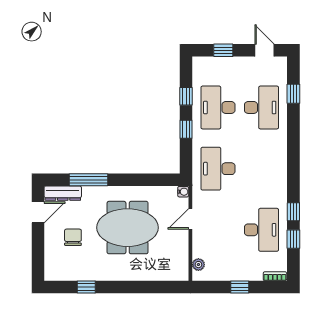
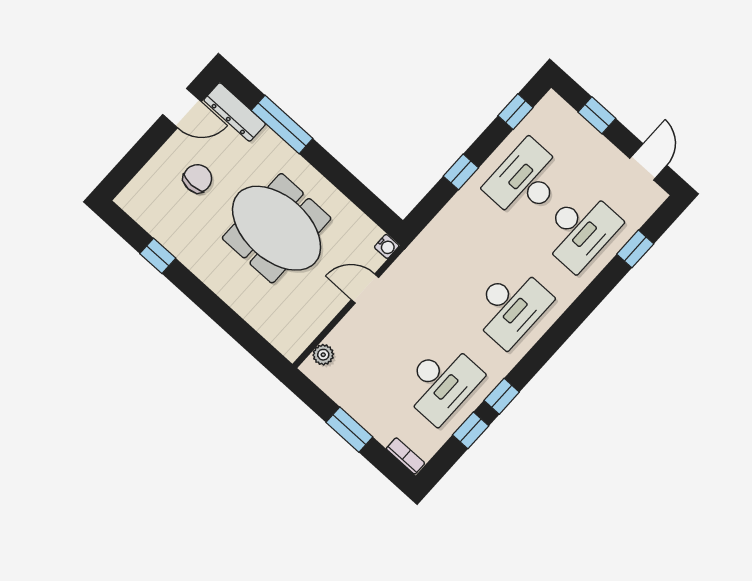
window: (186, 96) -> (516, 112), moved
desk: (218, 169) -> (511, 306), moved, turned 180
window: (240, 287) -> (349, 430), width x1.50

